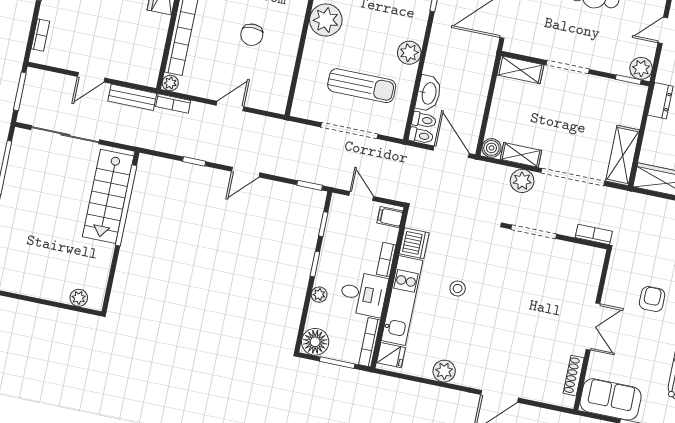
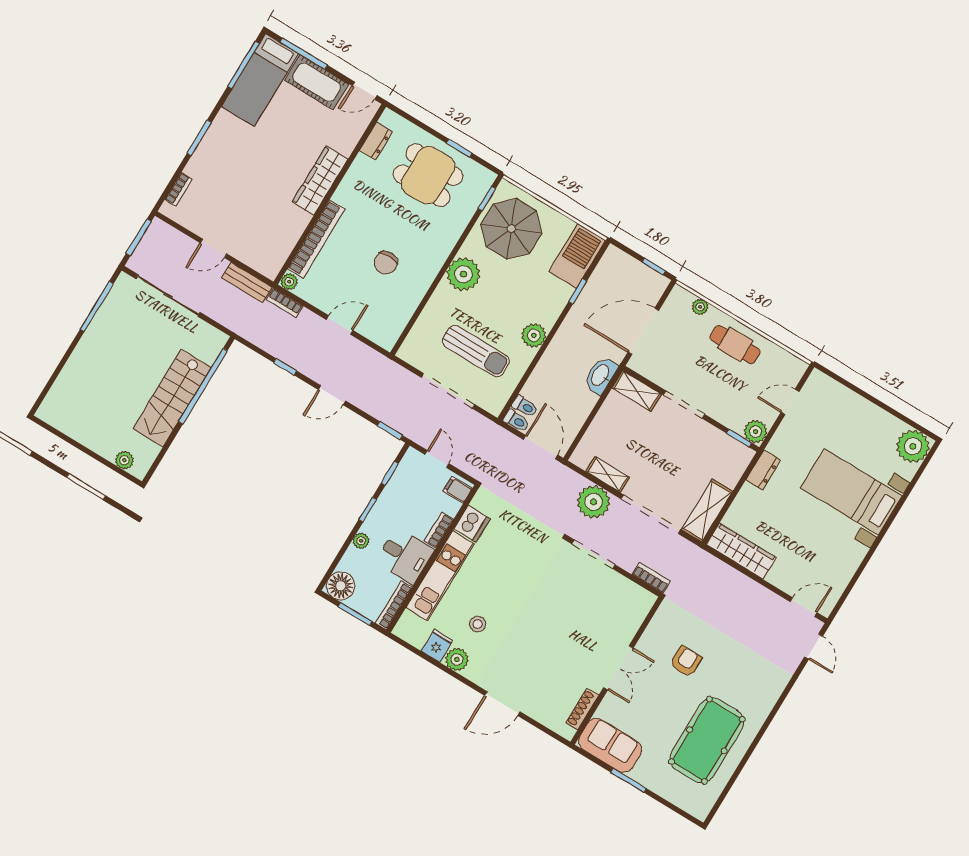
washbasin: (428, 93) -> (601, 375), moved, turned 180
boiler: (491, 148) -> (581, 457), removed
plant: (522, 181) -> (594, 502), width x1.36, depth x1.36
stairs: (108, 196) -> (172, 398), moved
stool: (458, 289) -> (478, 624), moved
fridge: (391, 355) -> (437, 646), moved, turned -90

